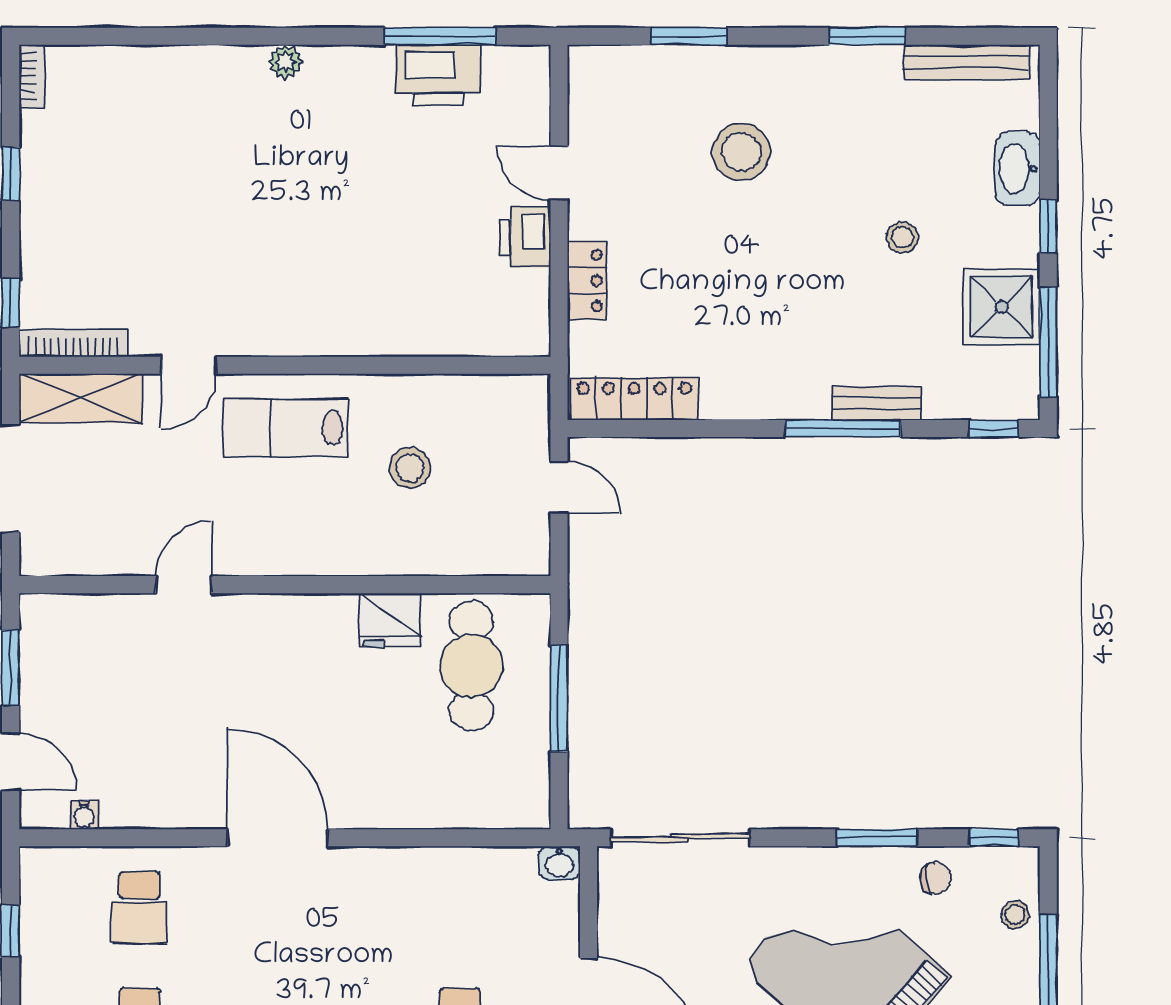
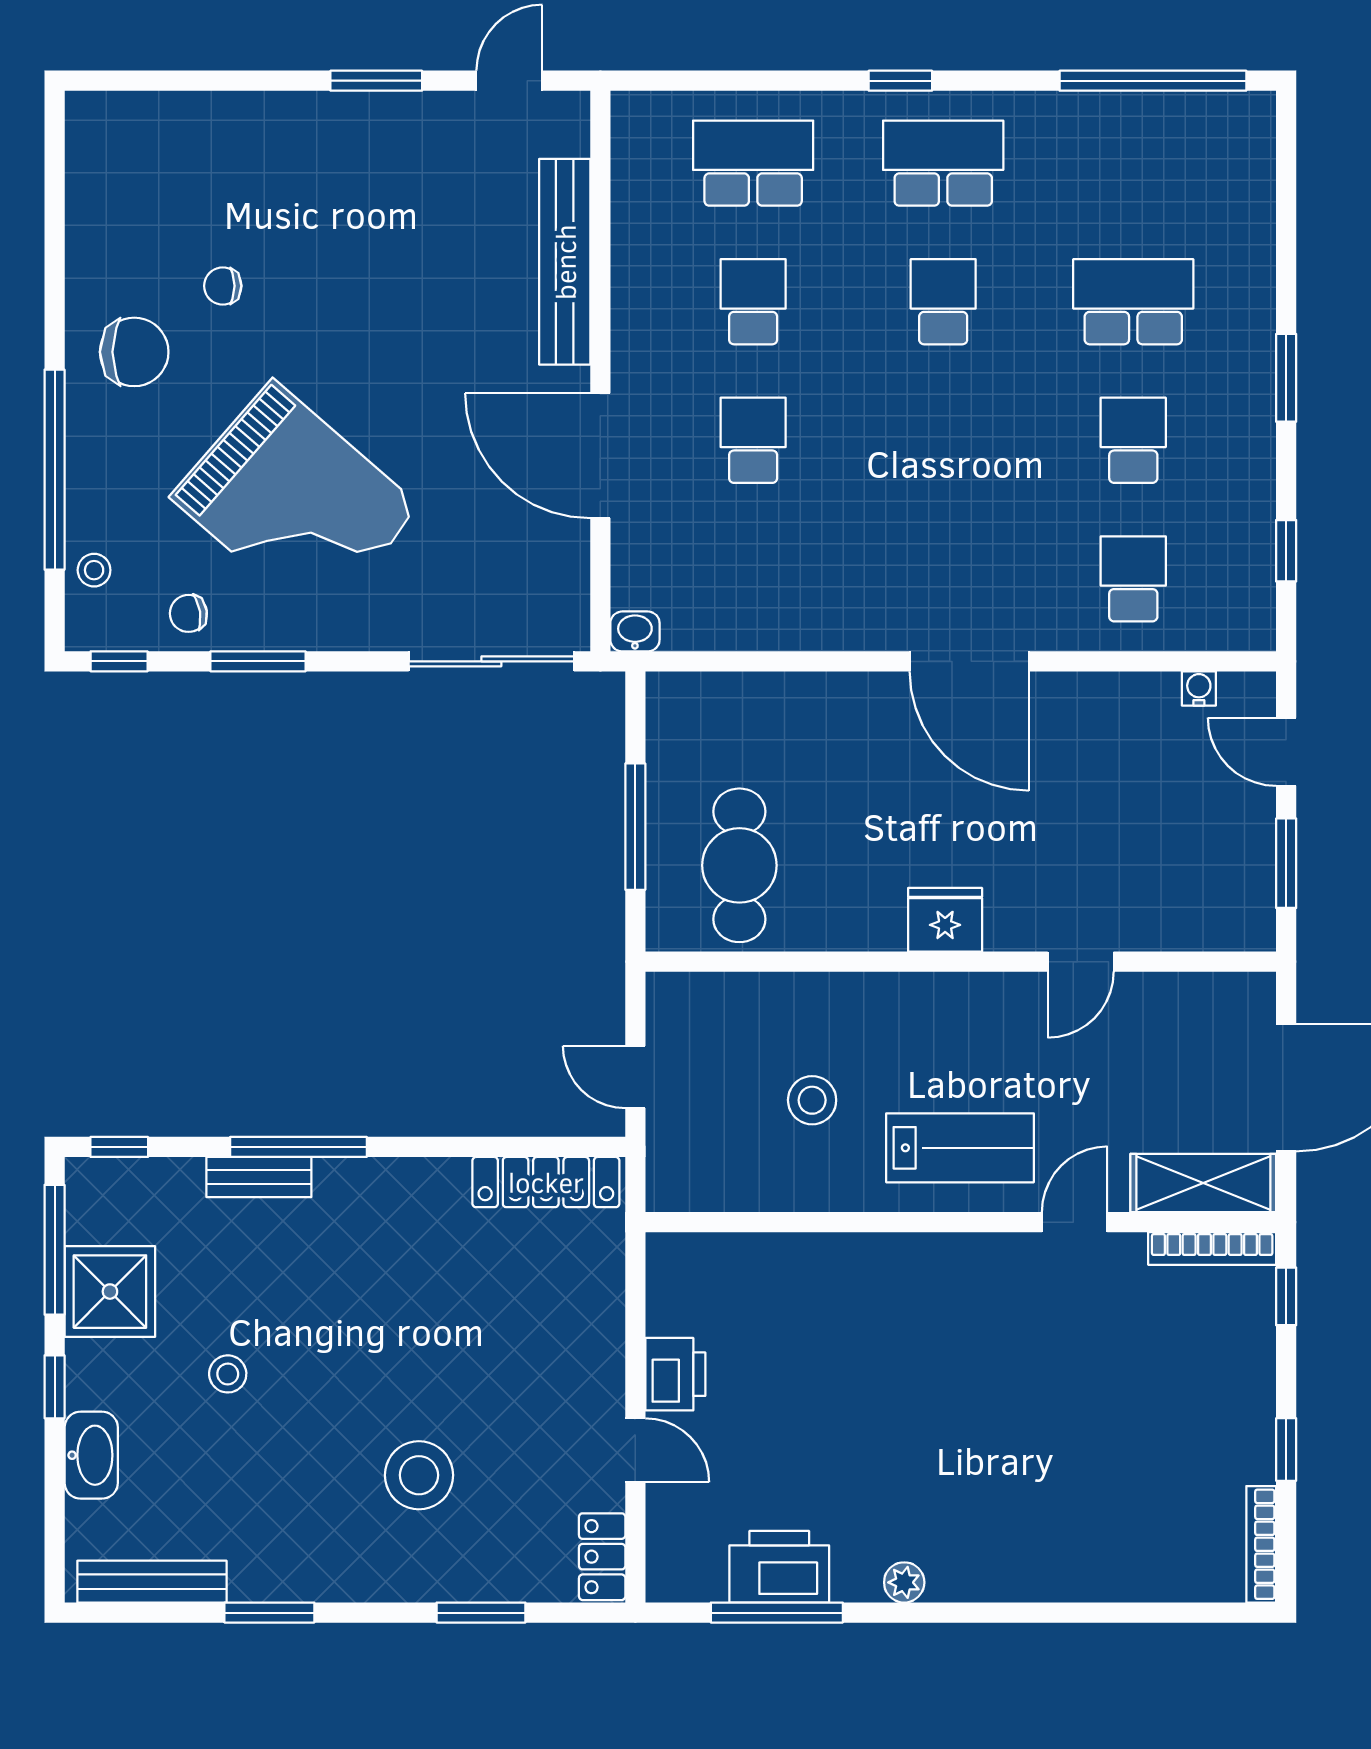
plant: (285, 62) -> (904, 1582), moved
bookcase: (32, 76) -> (1261, 1544), width x1.56
locker: (587, 281) -> (602, 1557), moved
fridge: (390, 620) -> (945, 920), moved

